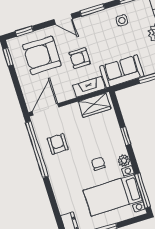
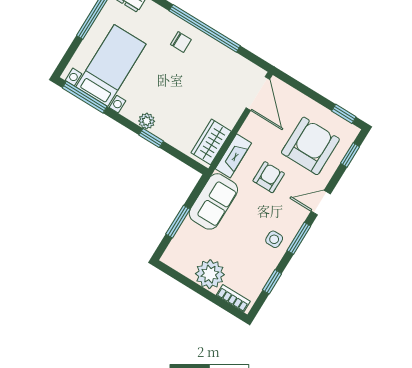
side table: (122, 20) -> (274, 239), moved
armchair: (58, 144) -> (214, 69), removed
window: (37, 149) -> (205, 28), moved
plant: (124, 161) -> (147, 121), moved
chair: (98, 164) -> (181, 42), moved

